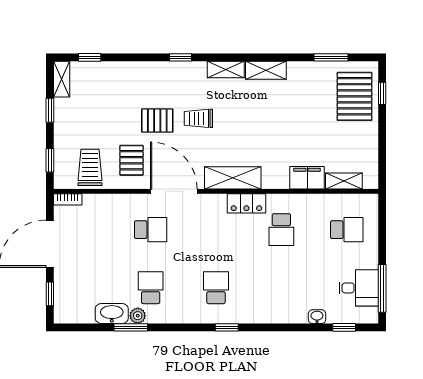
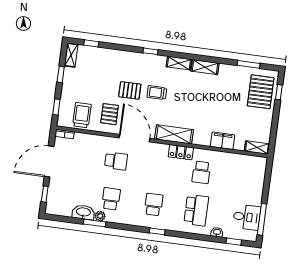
shelving: (344, 181) -> (257, 147), moved
school desk: (347, 230) -> (196, 210), moved, width x1.85

